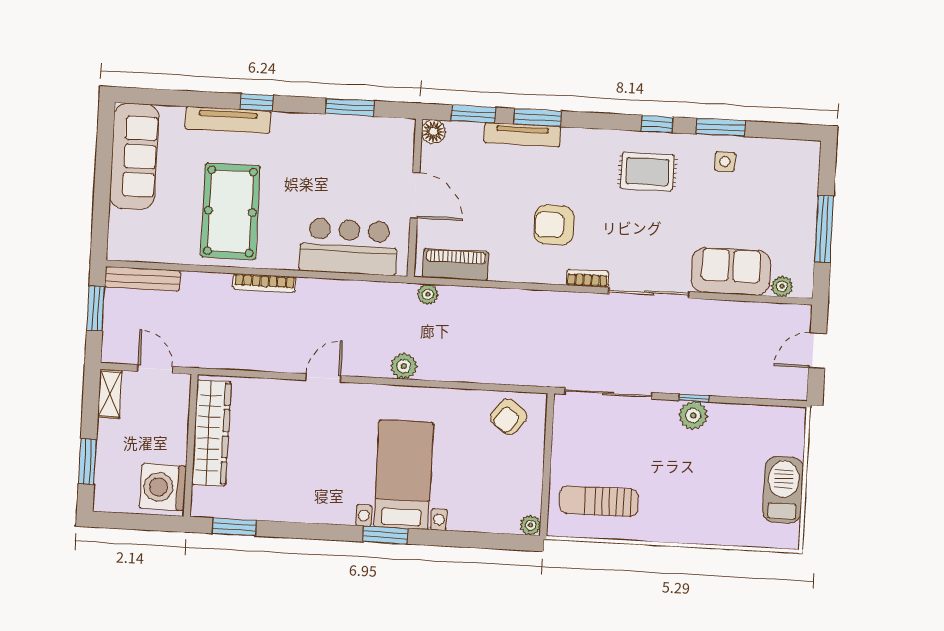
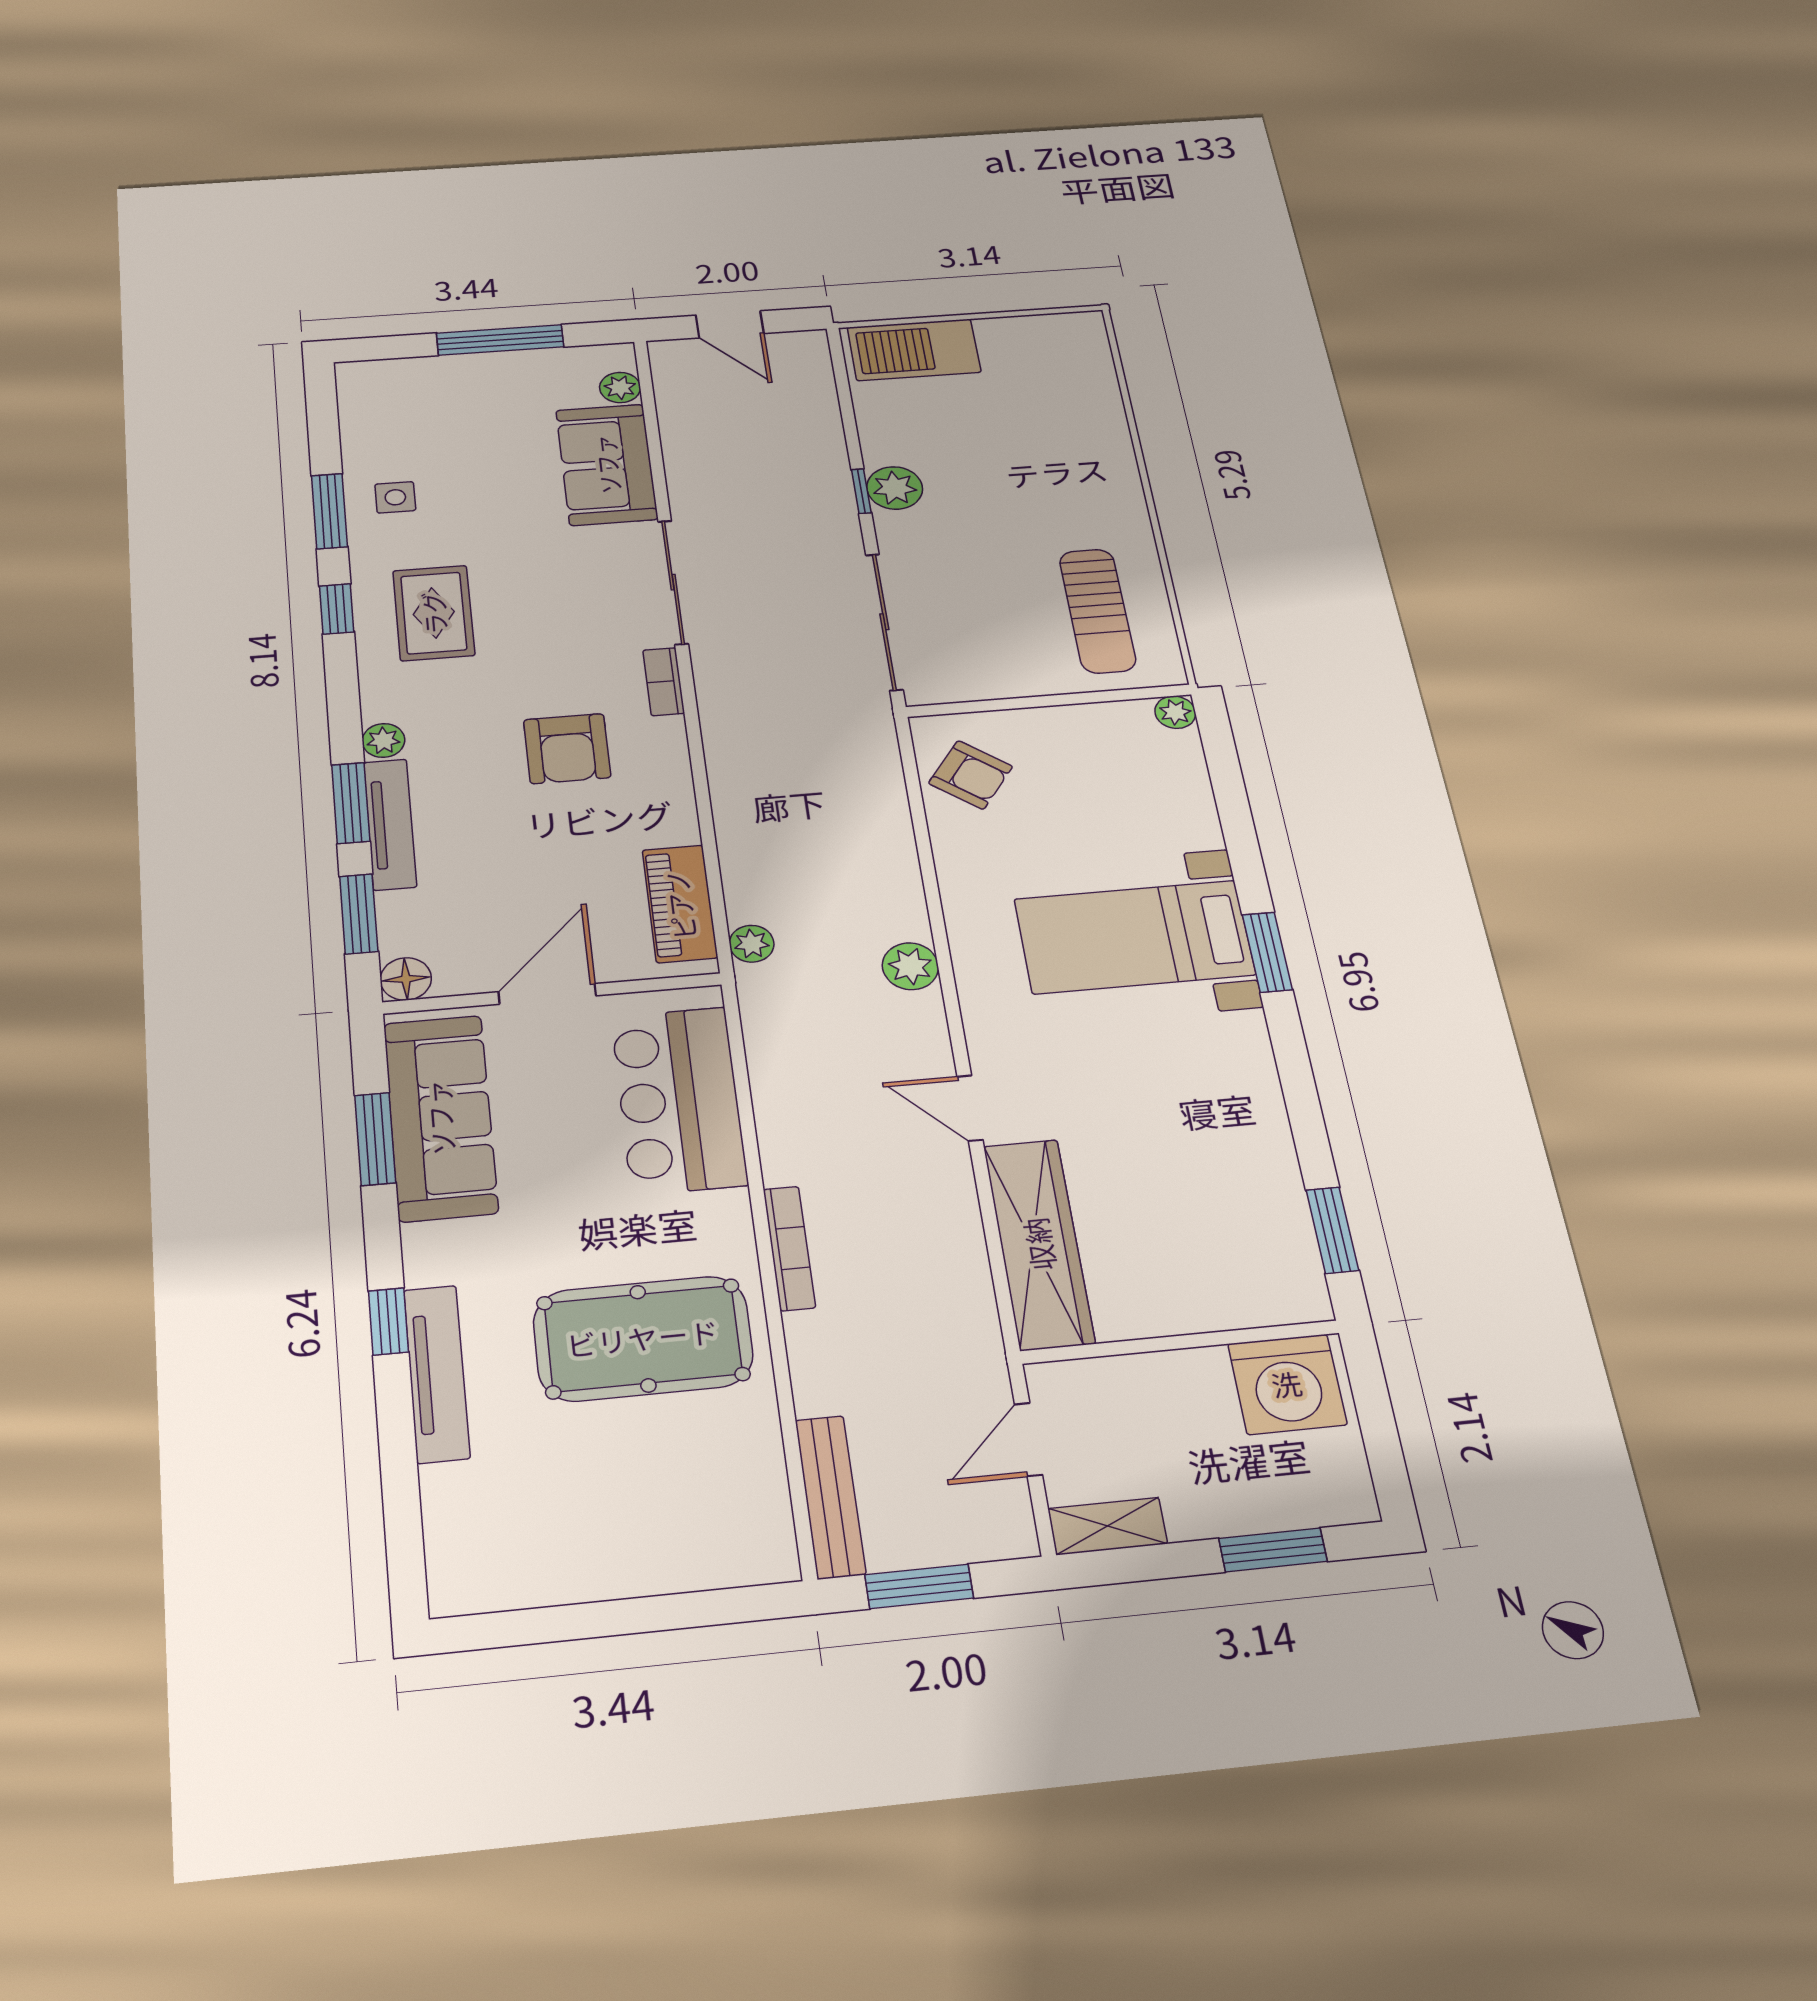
plant: (573, 137) -> (383, 740), added
sofa: (134, 156) -> (440, 1117), moved, turned 90
wardrobe: (211, 433) -> (1039, 1244), moved, turned 90
barbecue: (783, 490) -> (914, 350), moved

